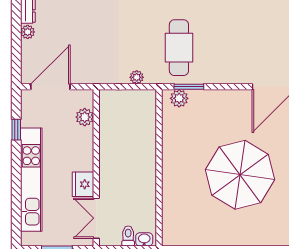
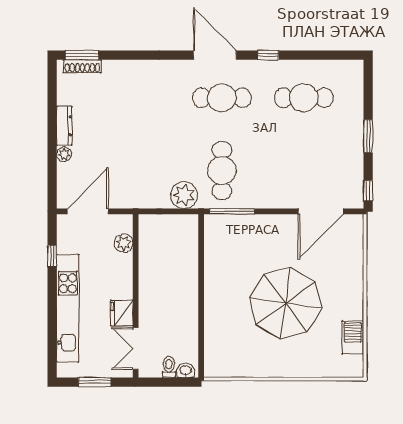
plant: (137, 77) -> (184, 195), width x1.87, depth x1.87
window: (189, 87) -> (232, 211), width x1.44
plant: (179, 98) -> (222, 223), removed

